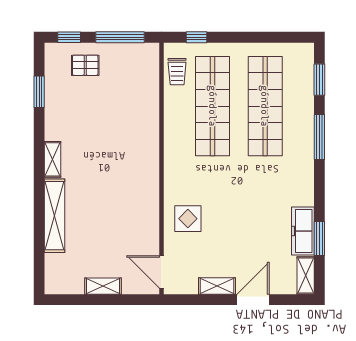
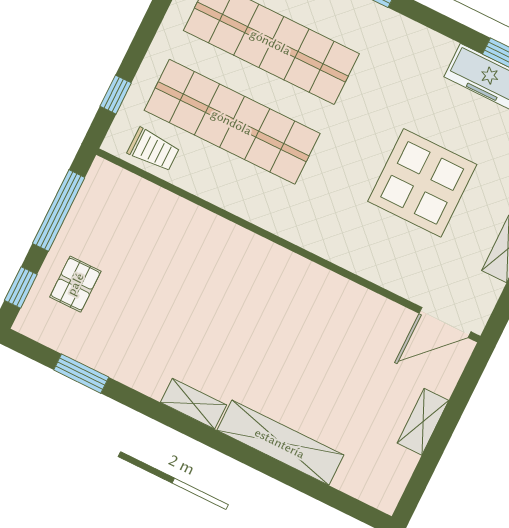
display table: (188, 219) -> (422, 183), moved, width x1.86, depth x1.86

